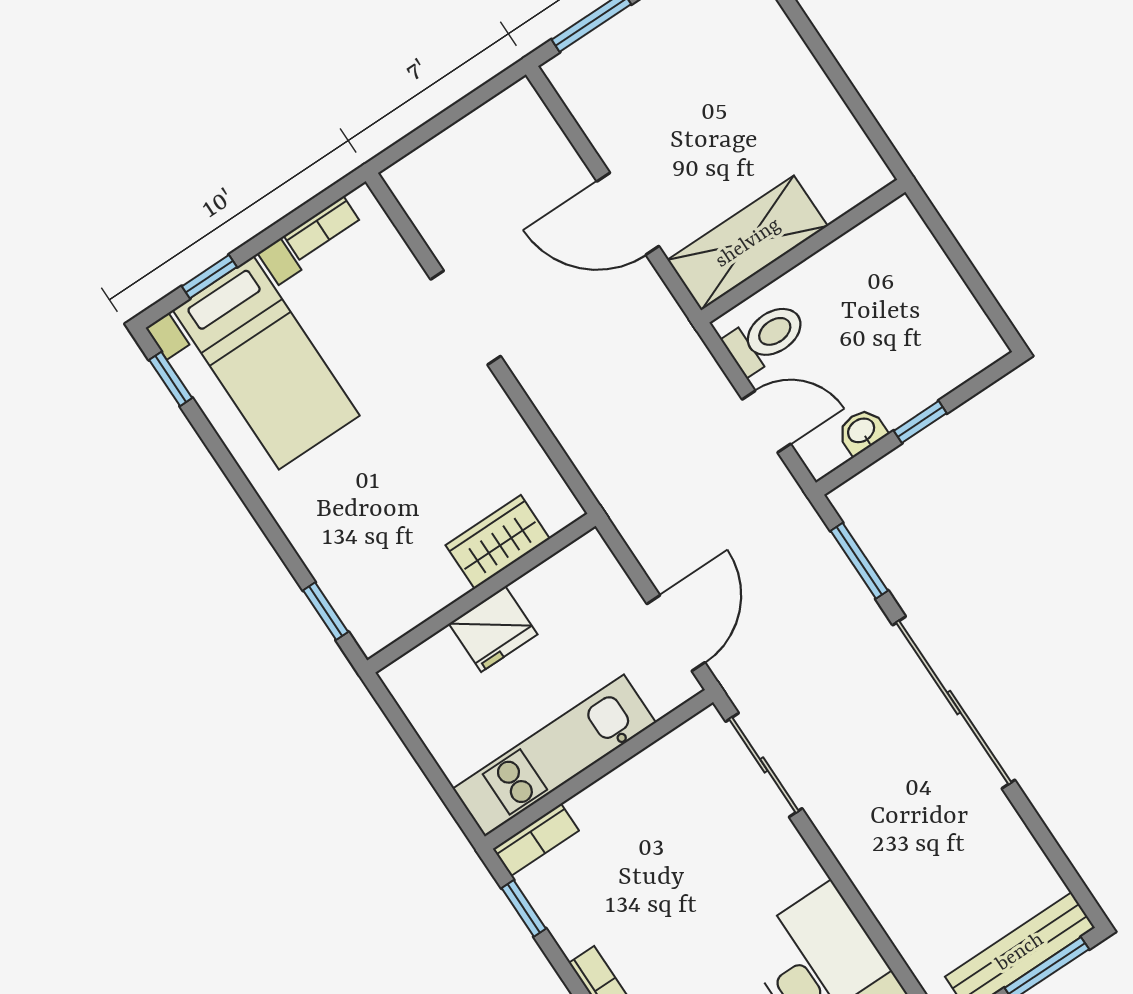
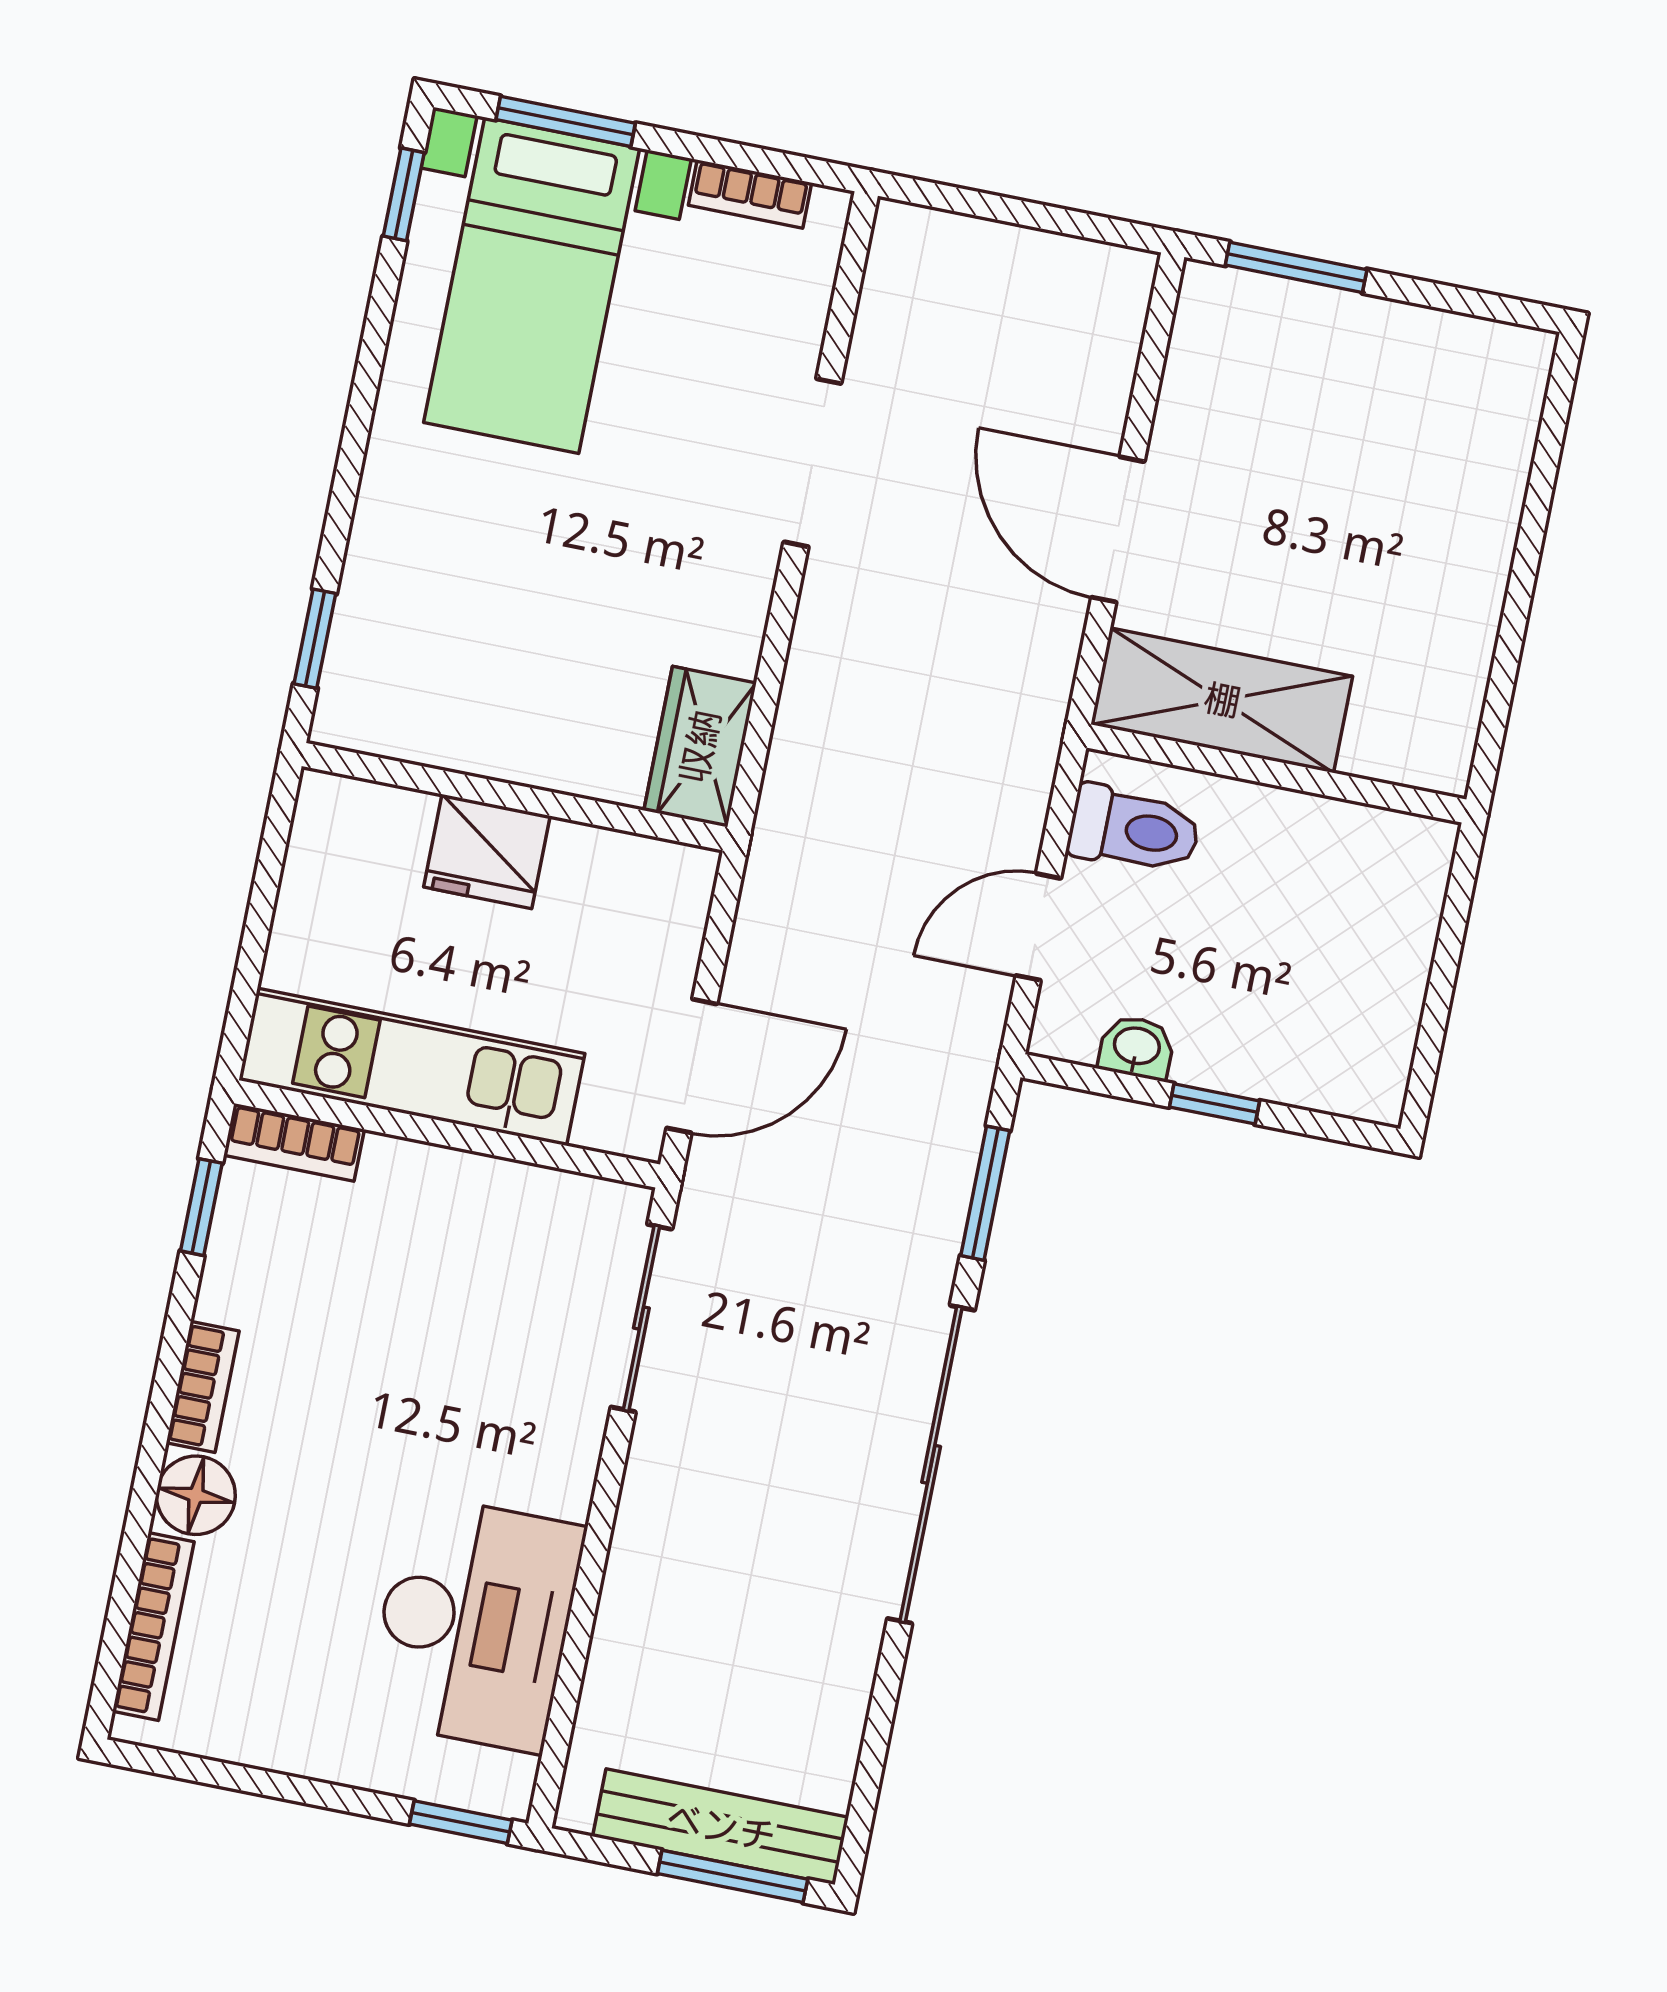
window: (209, 277) -> (566, 121), width x1.50
door: (766, 422) -> (1038, 927), swing flipped
wardrobe: (498, 542) -> (700, 747), moved, turned -90

